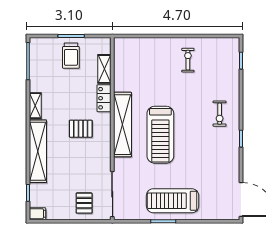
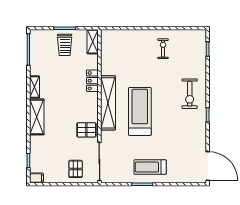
shelving: (104, 69) -> (93, 42), moved
exercise bike: (220, 114) -> (190, 94), width x1.38, depth x1.39
pallet: (81, 129) -> (86, 130), moved
treadmill: (160, 135) -> (140, 111), turned 180
shelving: (38, 151) -> (37, 117), width x0.68
treadmill: (173, 201) -> (150, 167), width x0.73, depth x0.73

